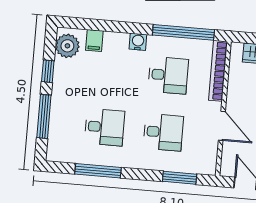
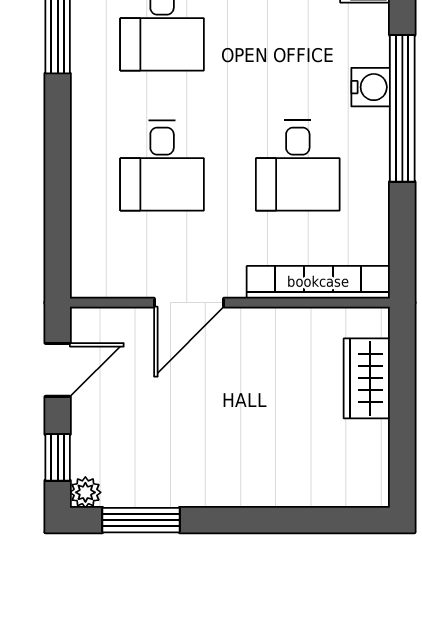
window: (183, 32) -> (402, 108), moved
window: (180, 178) -> (58, 213), removed

